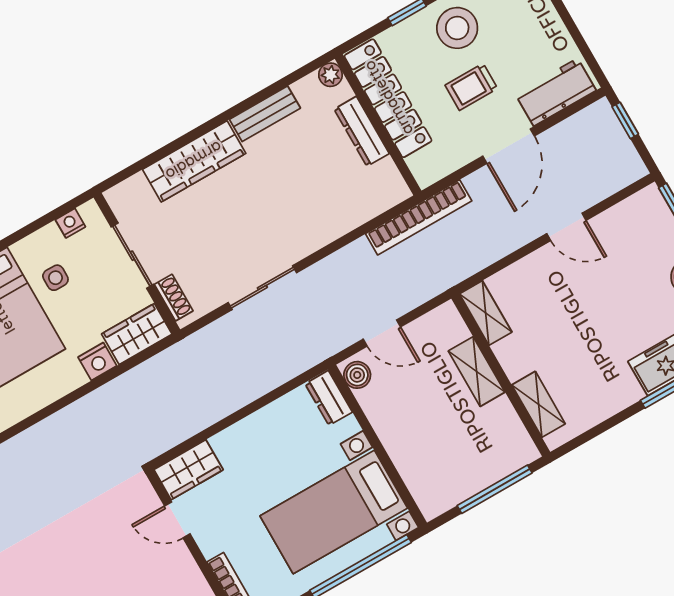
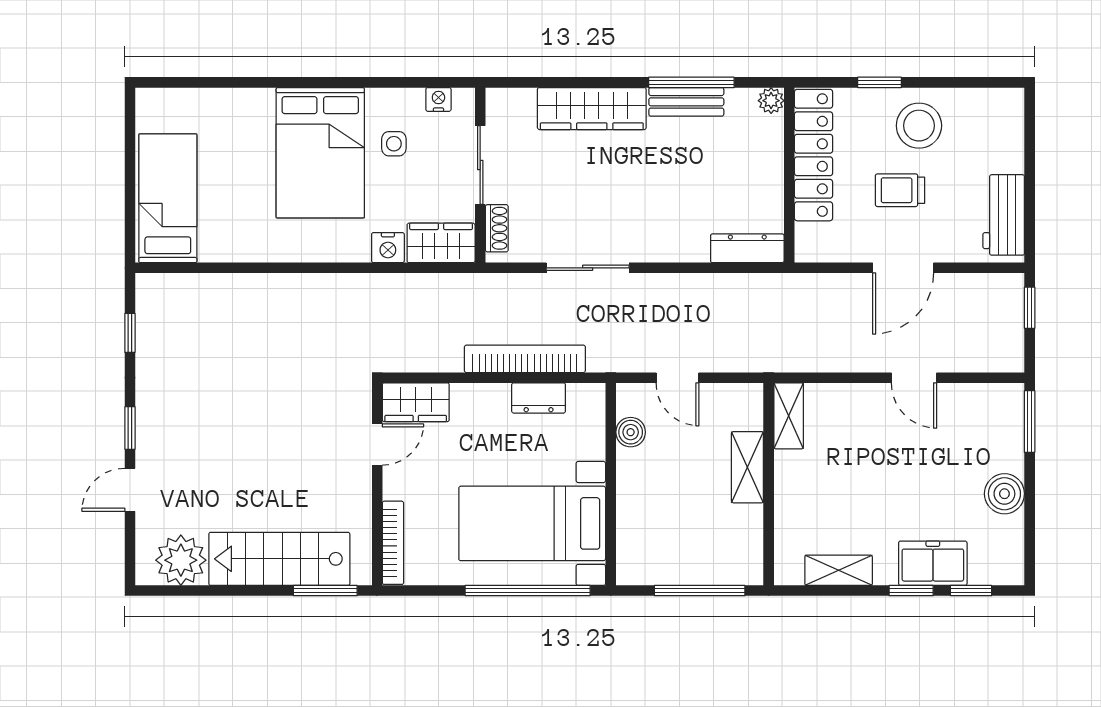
workbench: (556, 92) -> (1004, 215), moved, turned -90
window: (260, 96) -> (691, 82), added
dresser: (362, 131) -> (747, 248), moved, turned 90
bookcase: (419, 217) -> (525, 359), moved, turned 180
boiler: (357, 375) -> (631, 432), moved
dresser: (329, 398) -> (539, 398), moved, turned -90
shelving: (539, 404) -> (839, 570), moved, turned 90
door: (177, 520) -> (377, 444), swing flipped

